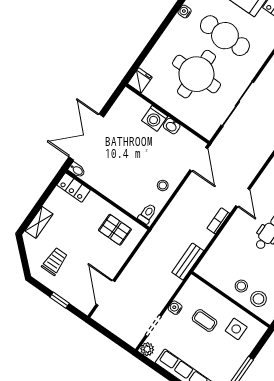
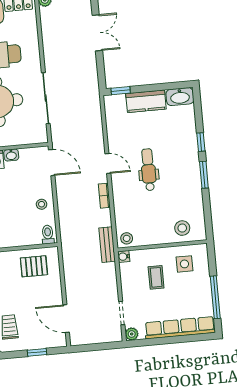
stool: (241, 286) -> (127, 238), moved
water cooler: (175, 308) -> (124, 257), moved
coffee table: (205, 320) -> (156, 277), turned 90

